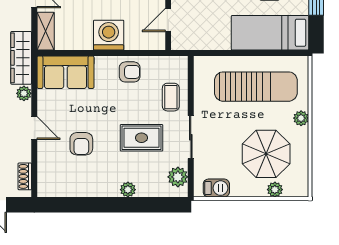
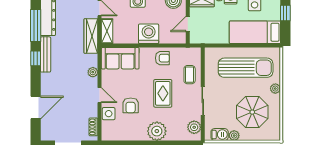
wardrobe: (21, 58) -> (91, 36), moved
rug: (141, 138) -> (163, 93), moved, turned 90
side table: (48, 156) -> (109, 114), added
plant: (128, 190) -> (157, 131), width x1.87, depth x1.87
plant: (275, 190) -> (234, 136), moved

